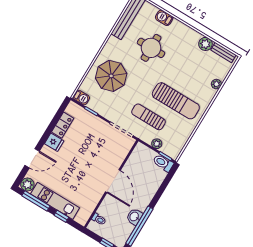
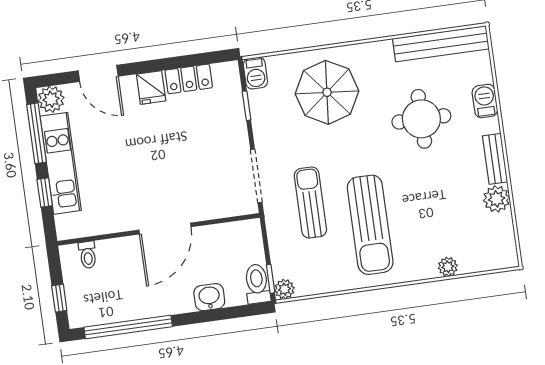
bench: (223, 52) -> (495, 159), moved
plant: (157, 144) -> (284, 289), moved
washbasin: (134, 217) -> (209, 297), moved

